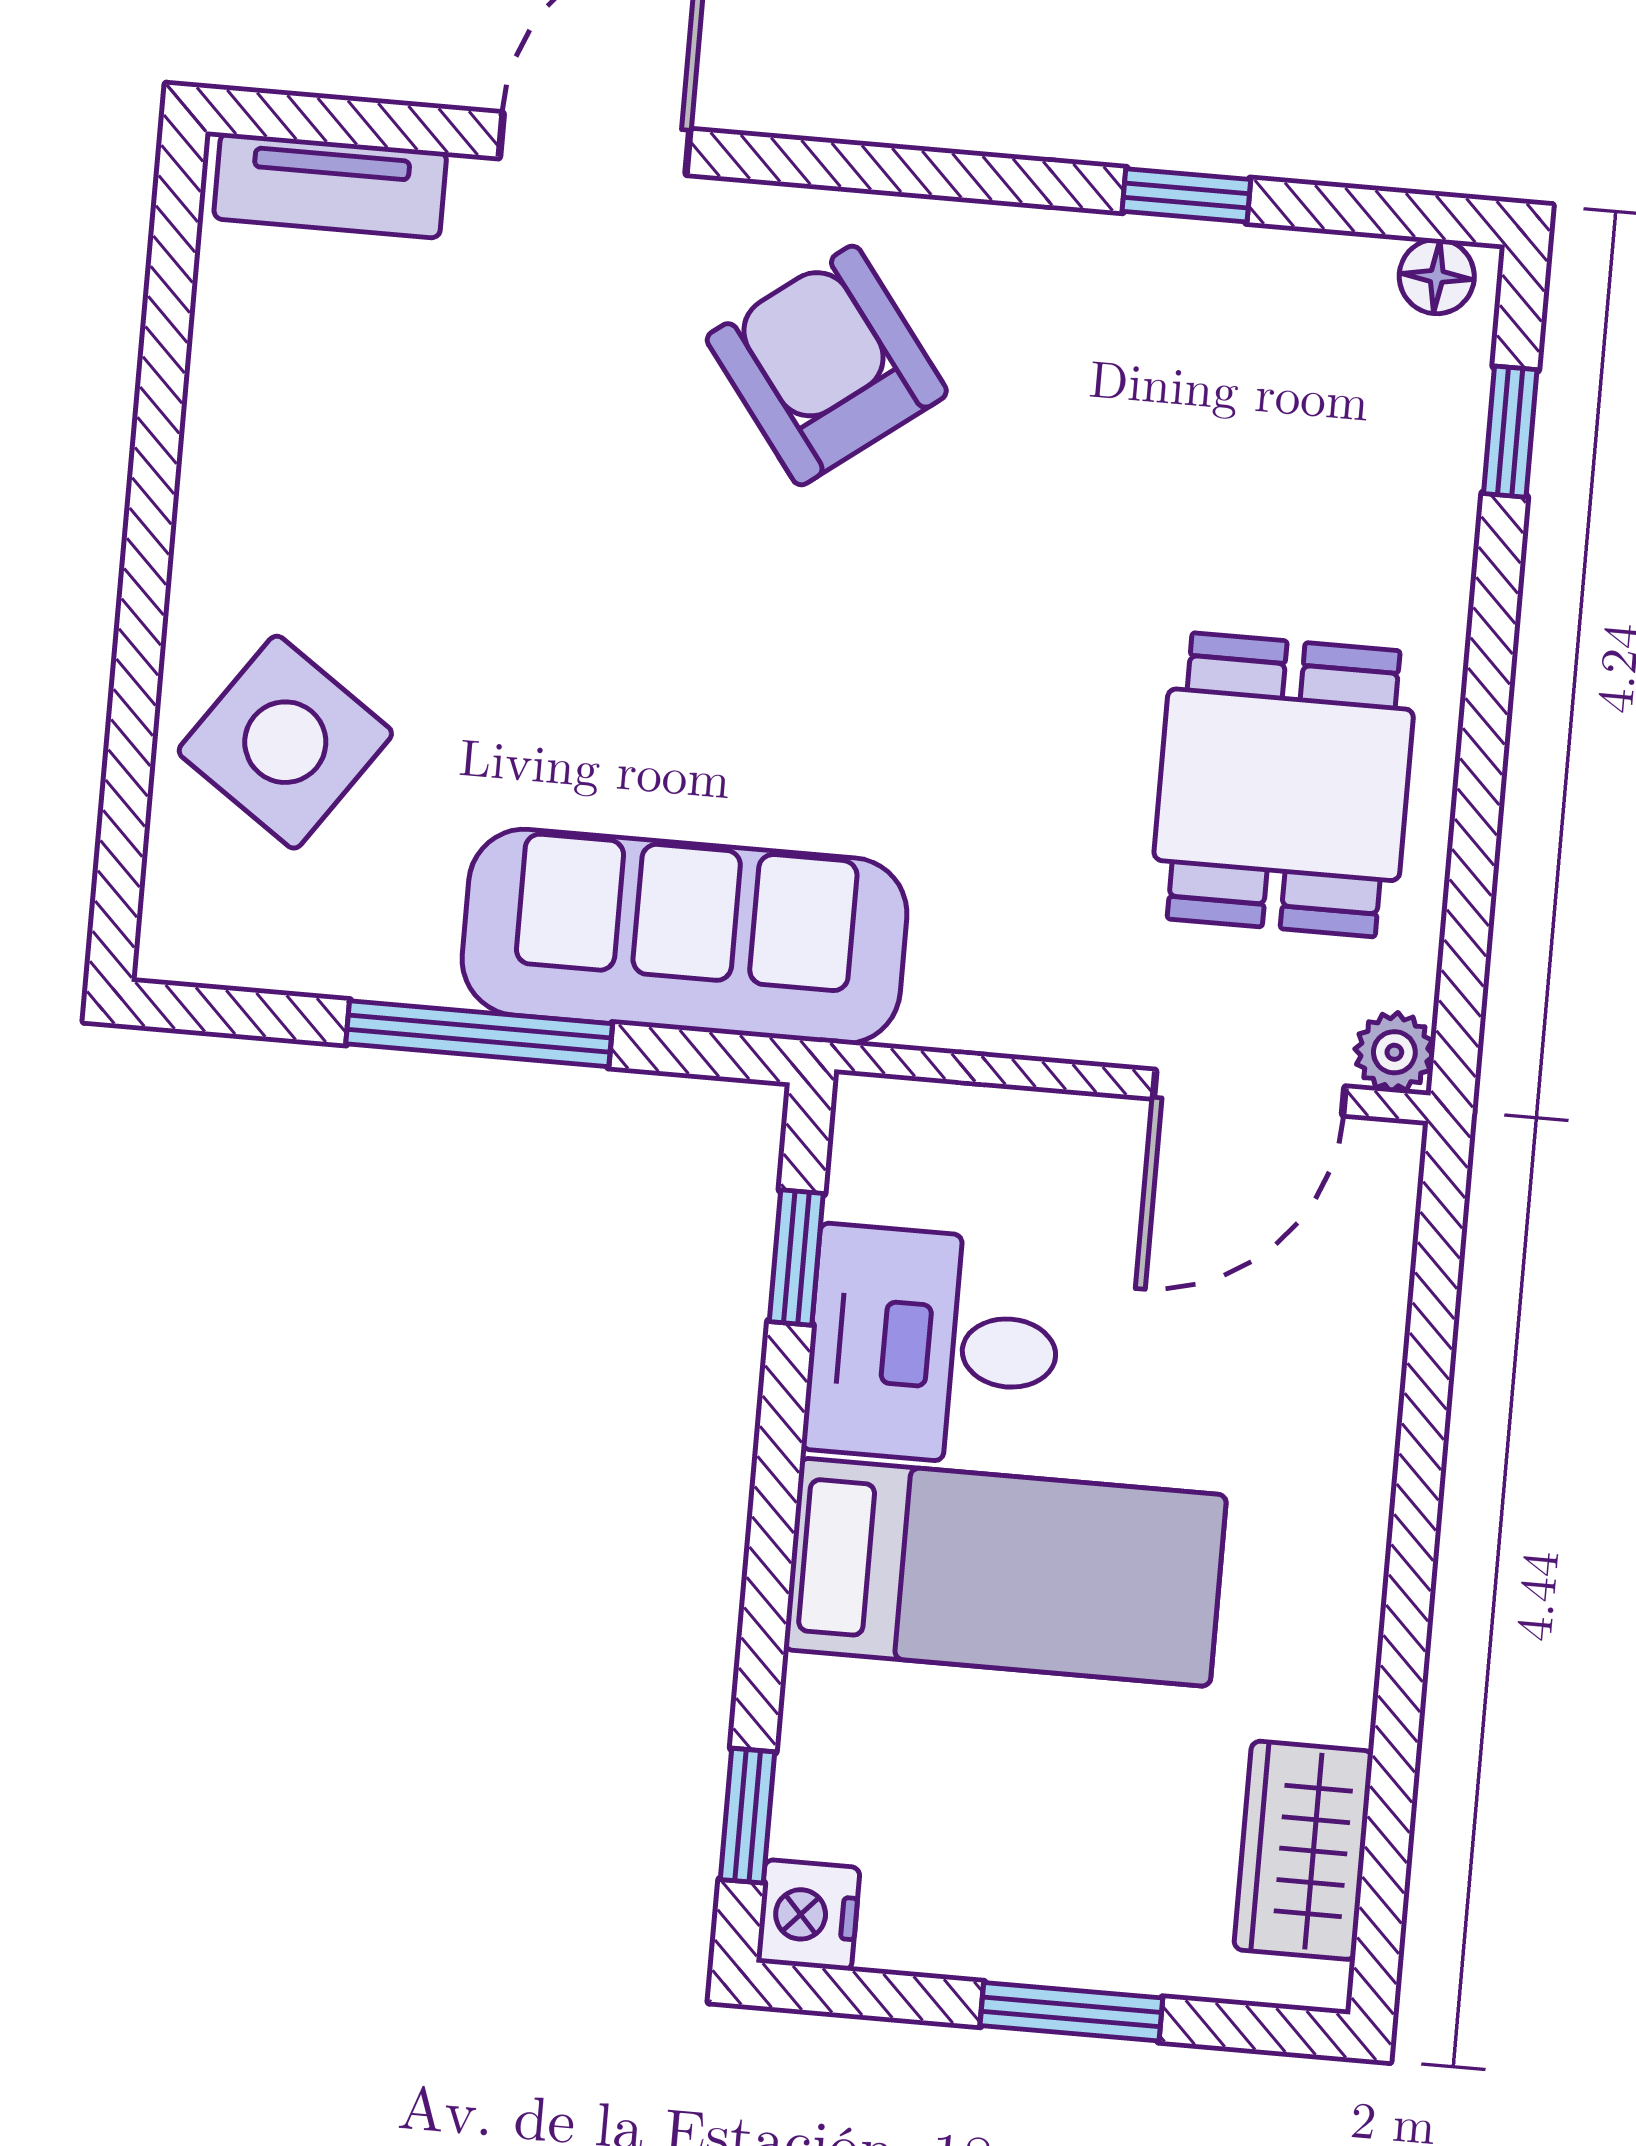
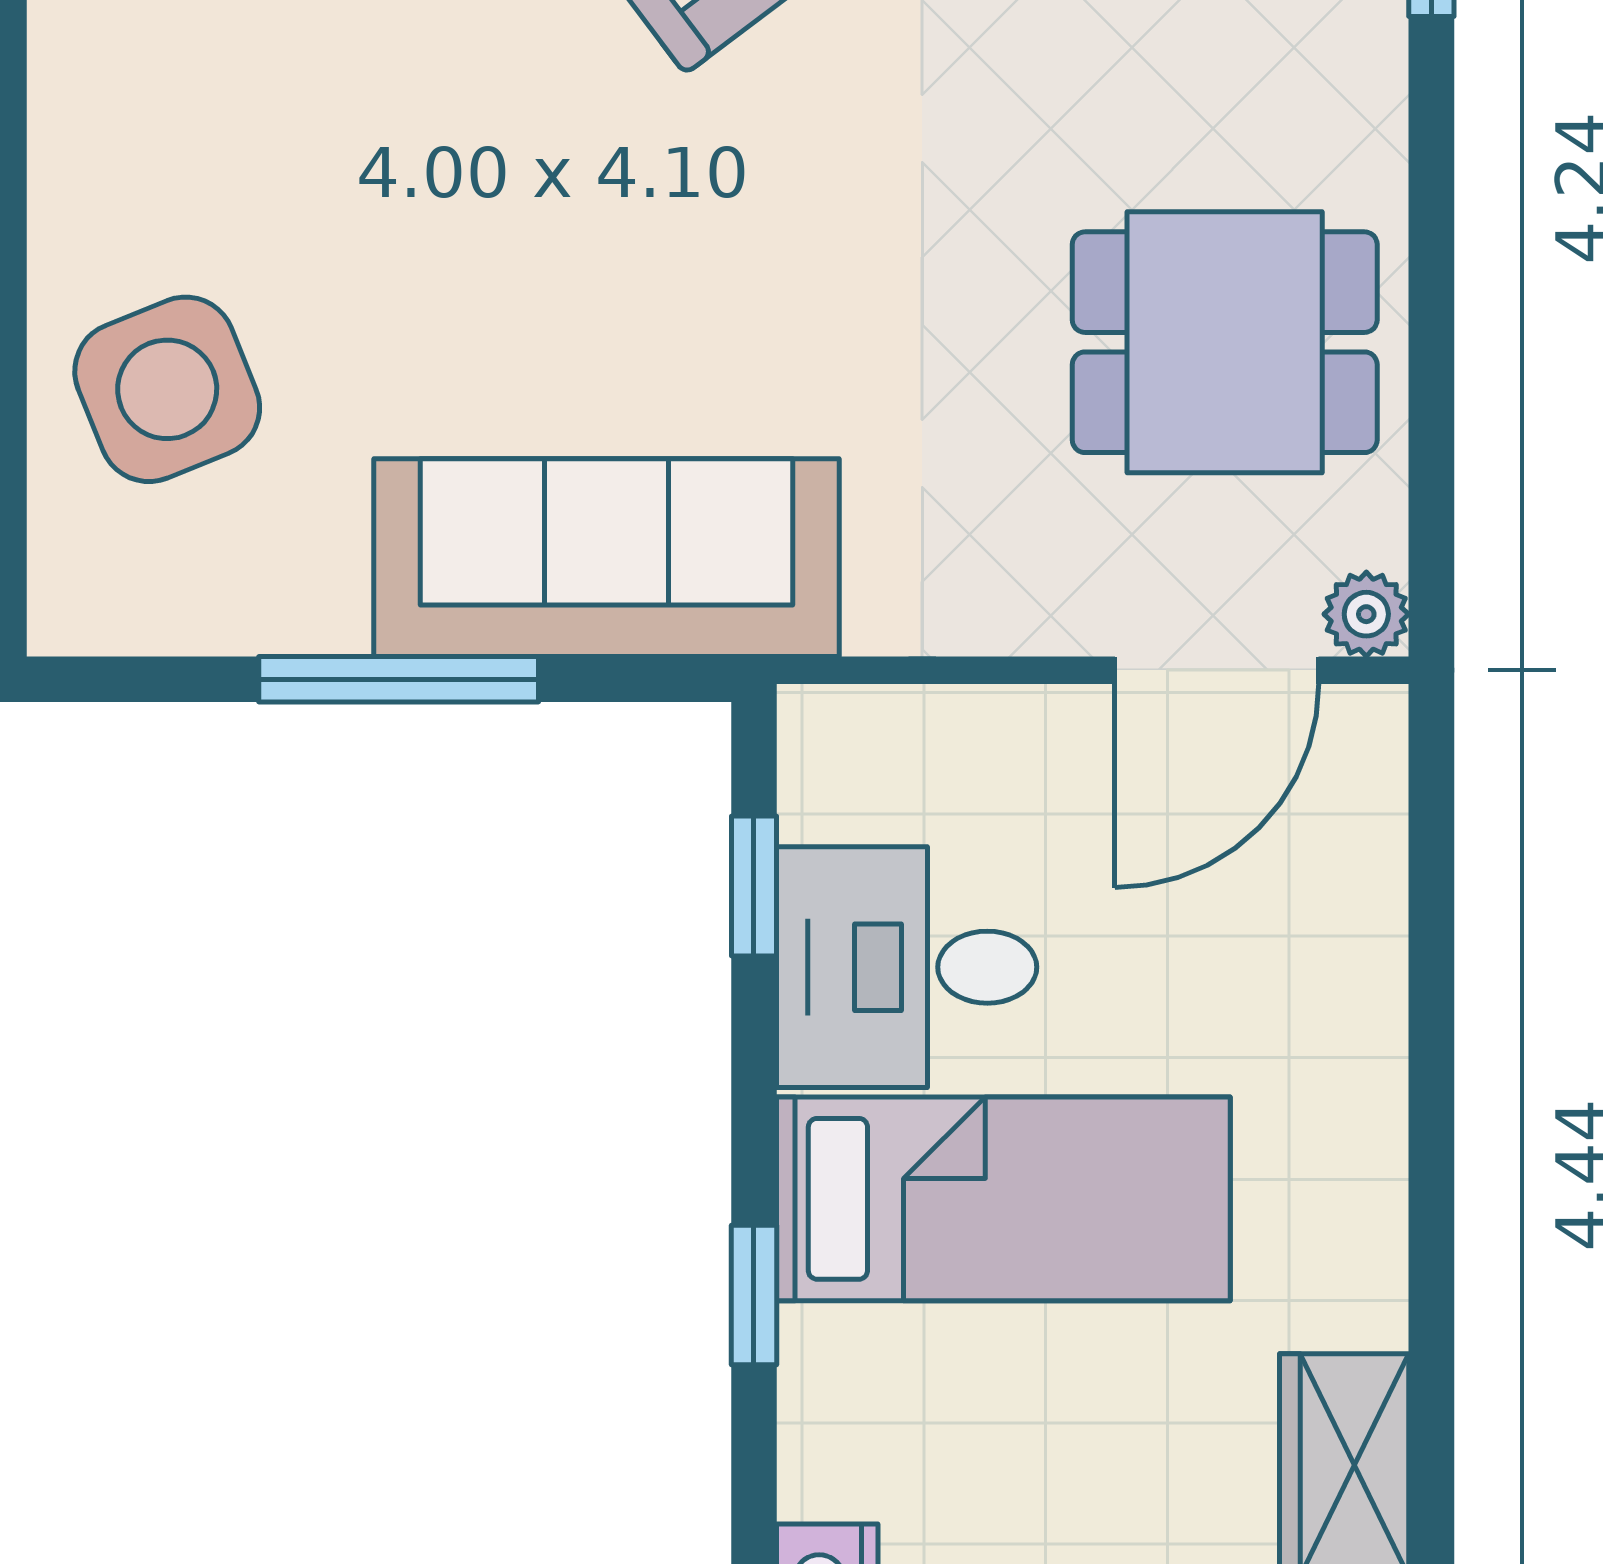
side table: (285, 742) -> (167, 389), turned 33
dining table: (1284, 785) -> (1225, 342), turned 90
window: (747, 1816) -> (754, 1295), moved

